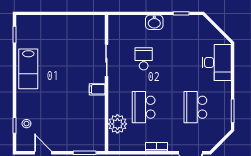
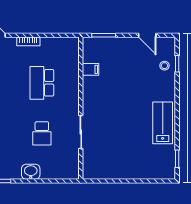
filing cabinet: (97, 89) -> (90, 69), moved
school desk: (144, 107) -> (42, 83), turned 180
plant: (117, 124) -> (69, 65), removed

